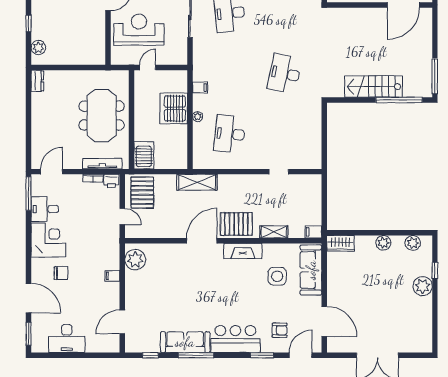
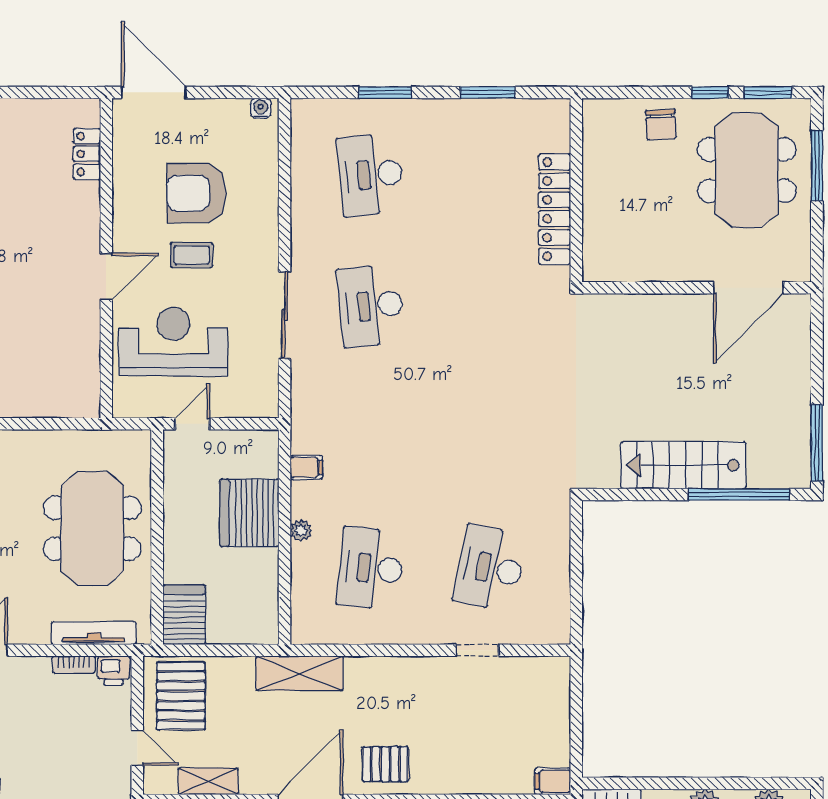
desk: (285, 74) -> (490, 568), moved
pallet: (236, 224) -> (385, 764), width x0.67, depth x0.71
shelving: (274, 232) -> (208, 781), moved

